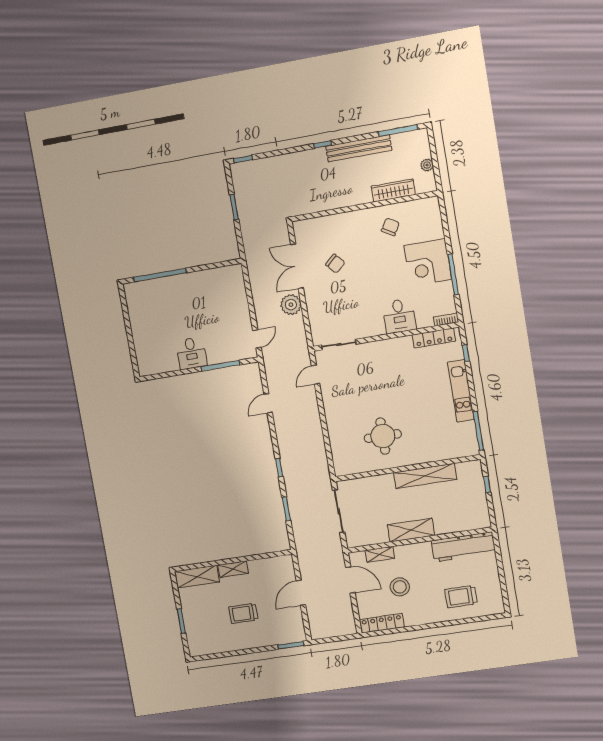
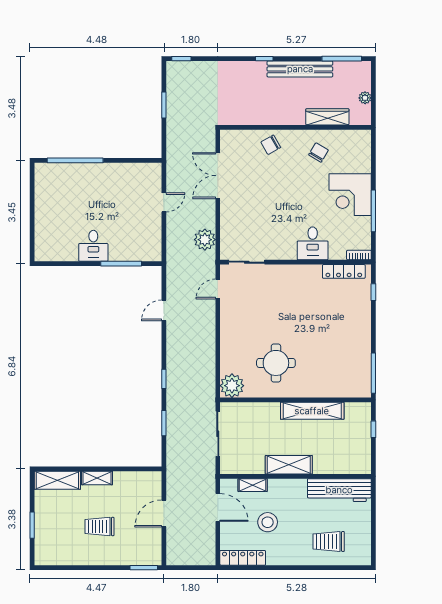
chair: (335, 264) -> (271, 145), moved, turned 102
plant: (291, 305) -> (205, 240), moved
door: (257, 339) -> (164, 202), moved
kitchen unit: (461, 391) -> (362, 330), removed
plant: (345, 464) -> (232, 386), added

